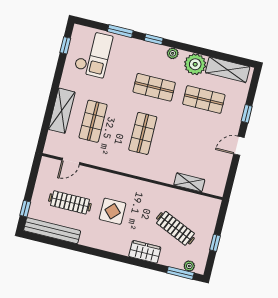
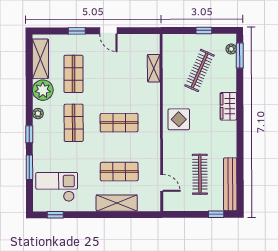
display table: (113, 211) -> (179, 119), moved
wardrobe: (145, 252) -> (228, 106), moved

